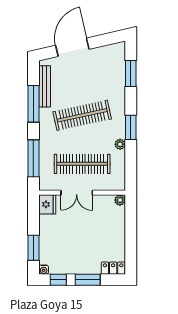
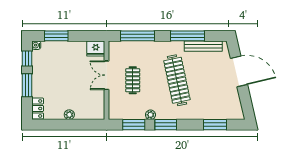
window: (131, 163) -> (134, 125), added
clothes rail: (82, 164) -> (133, 80), width x0.54, depth x0.76
plant: (120, 200) -> (69, 115), moved

